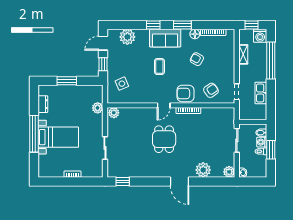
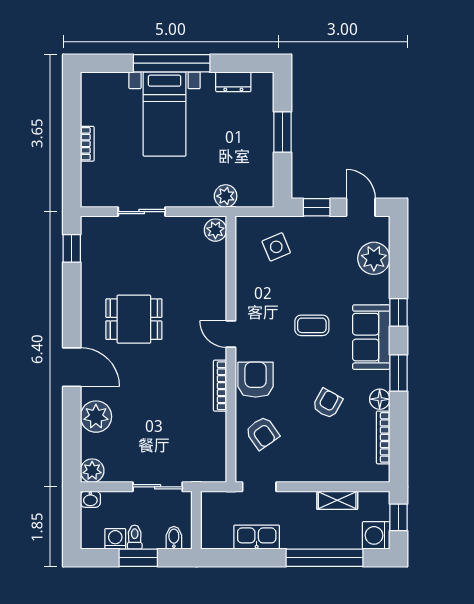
dining table: (164, 139) -> (134, 319), moved
washing machine: (262, 142) -> (115, 539), moved
door: (179, 182) -> (72, 367), swing flipped

